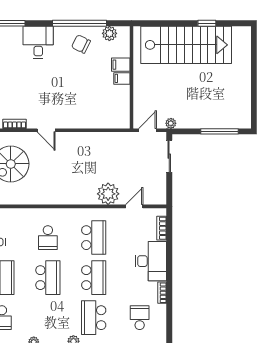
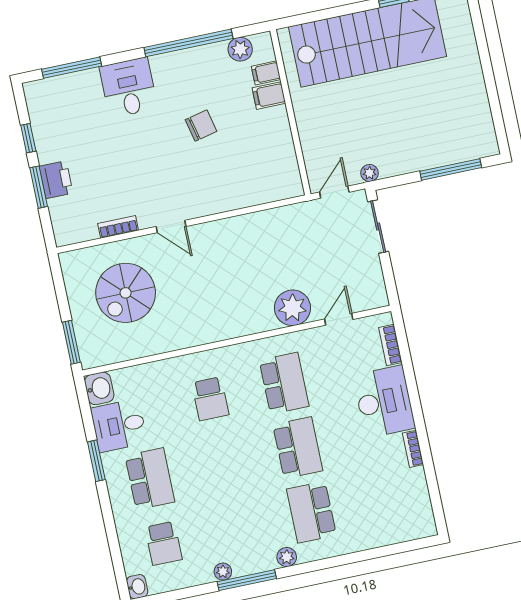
chair: (81, 44) -> (201, 126), moved, turned 141
filing cabinet: (122, 78) -> (266, 73), moved
school desk: (48, 278) -> (224, 463), removed
school desk: (140, 318) -> (385, 497), removed

